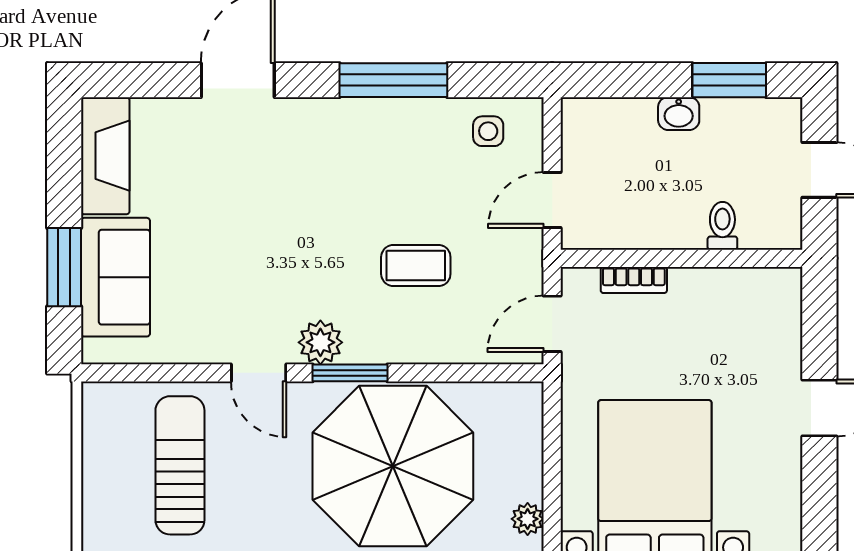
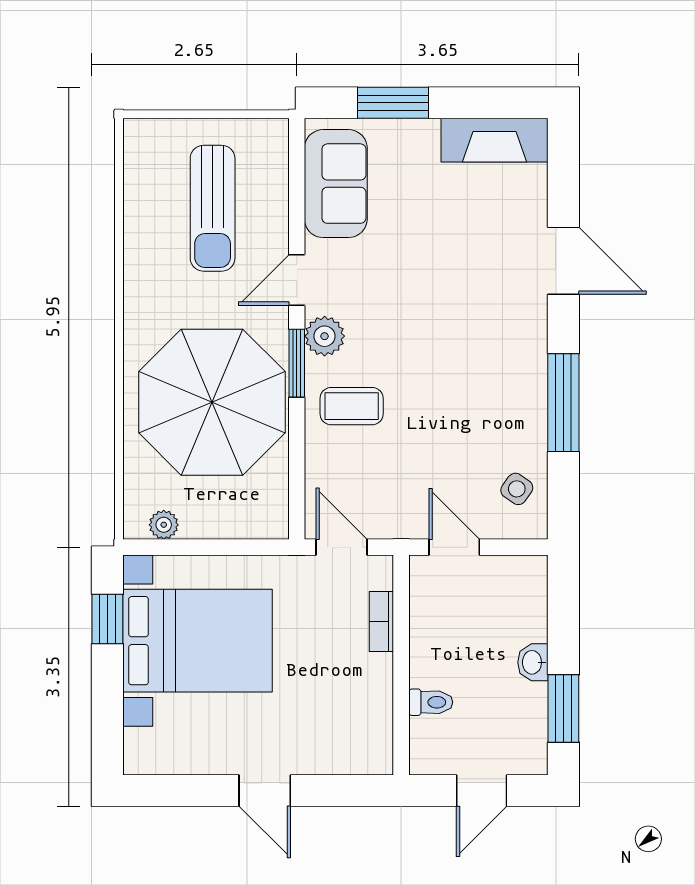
side table: (488, 131) -> (517, 489), turned 35
coffee table: (416, 266) -> (352, 406), moved, turned 90
sofa: (115, 277) -> (336, 184), moved, turned -90
sun lounger: (180, 465) -> (213, 208), turned 90

